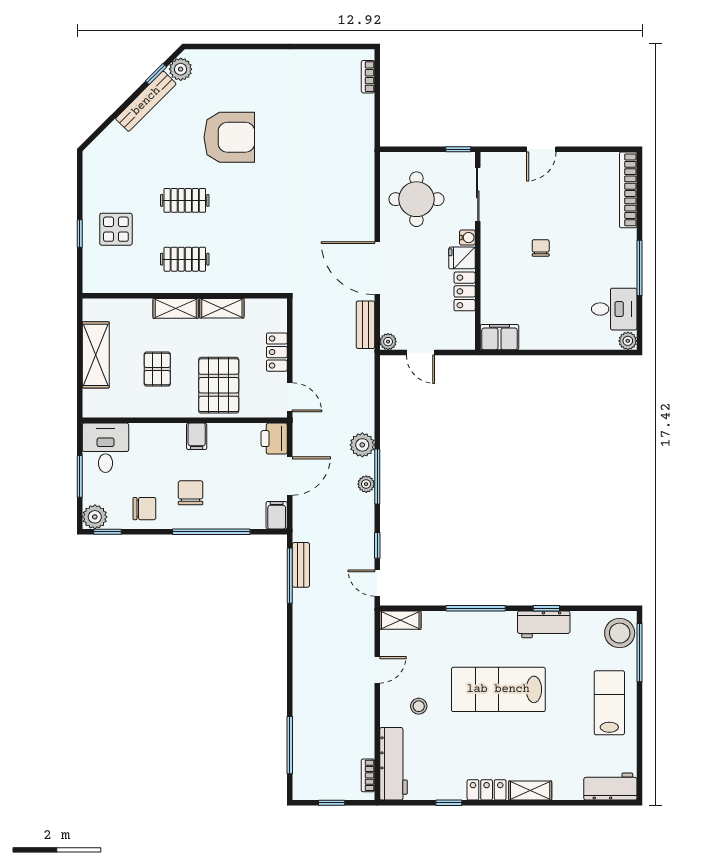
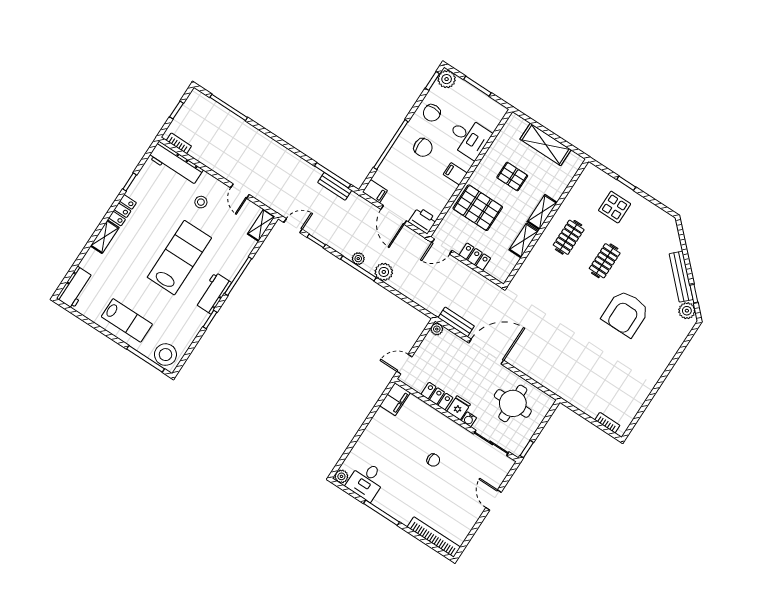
door: (420, 353) -> (404, 364), moved
desk: (105, 448) -> (469, 138), moved
workbench: (544, 624) -> (213, 293), moved

